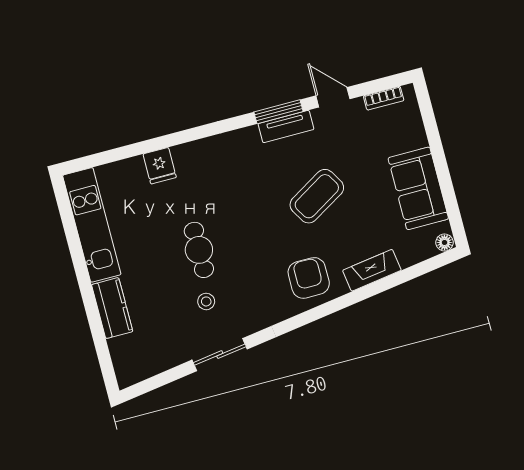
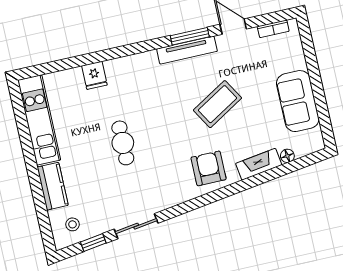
tv unit: (286, 127) -> (187, 50), width x1.41
floor lamp: (445, 242) -> (287, 156), moved
stool: (206, 301) -> (72, 224), moved
window: (166, 377) -> (93, 243), added

